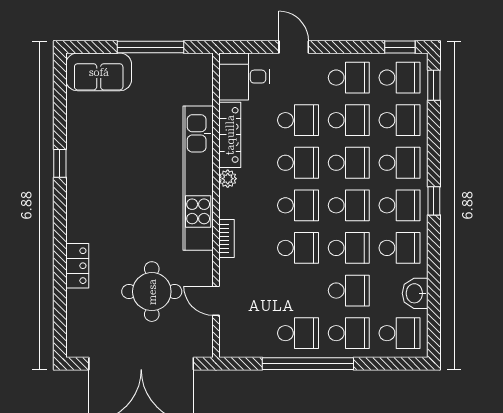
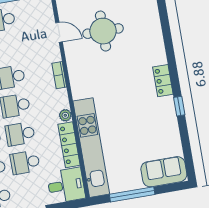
kitchen unit: (198, 178) -> (91, 148), moved
locker: (77, 266) -> (163, 81), moved

